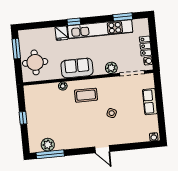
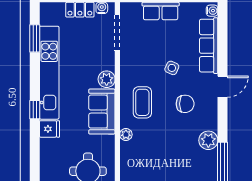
plant: (111, 68) -> (107, 79), moved
chair: (88, 125) -> (185, 104), added
row of seats: (129, 137) -> (209, 46), added
plant: (48, 145) -> (208, 140), moved

